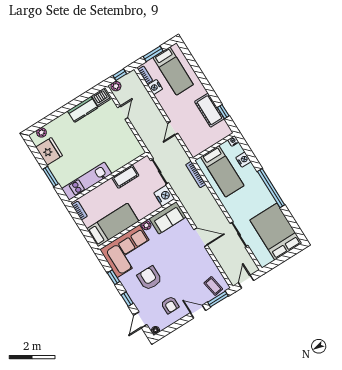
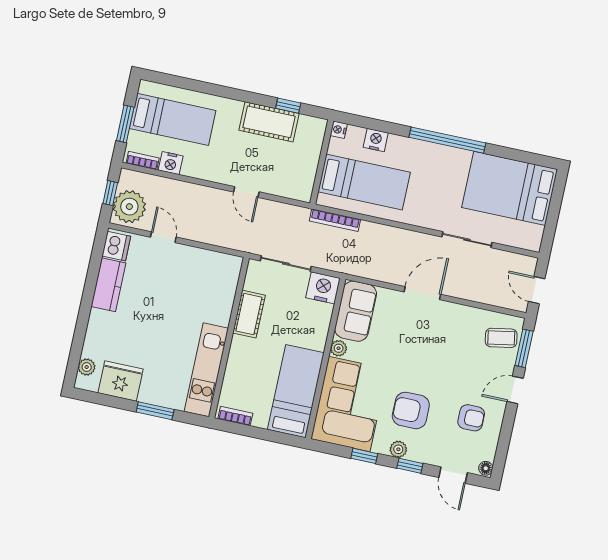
plant: (116, 86) -> (129, 207), width x1.88, depth x1.88
plant: (129, 288) -> (398, 449), added

